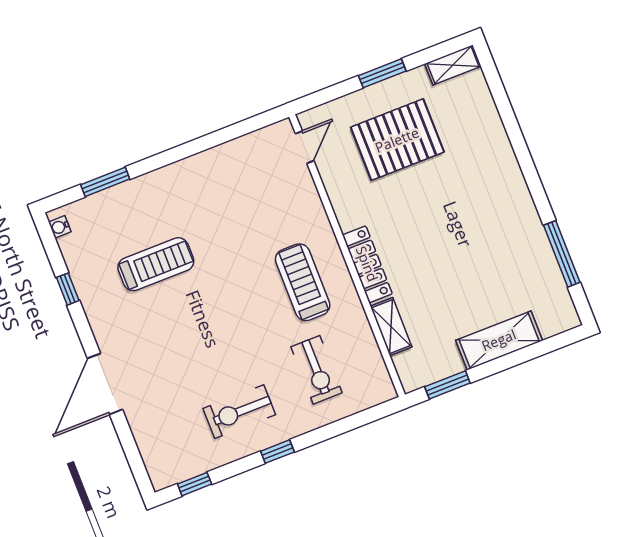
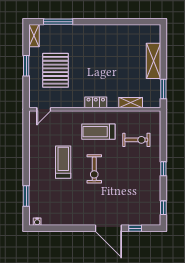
door: (305, 147) -> (44, 109), swing flipped
window: (562, 254) -> (58, 22), moved
treadmill: (156, 264) -> (63, 162), moved
locker: (367, 264) -> (96, 102), width x0.66
window: (68, 289) -> (135, 228), moved
exercise bike: (239, 412) -> (94, 169), moved

